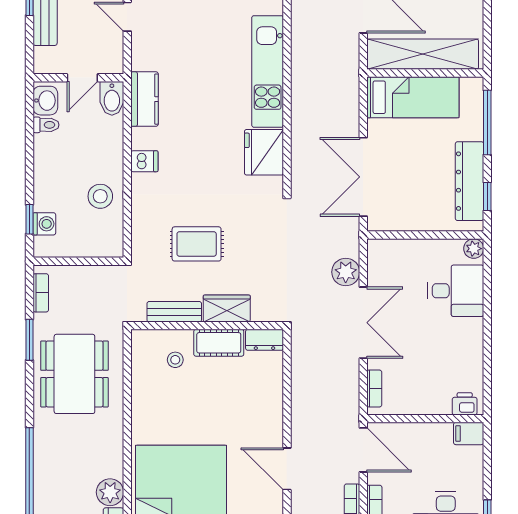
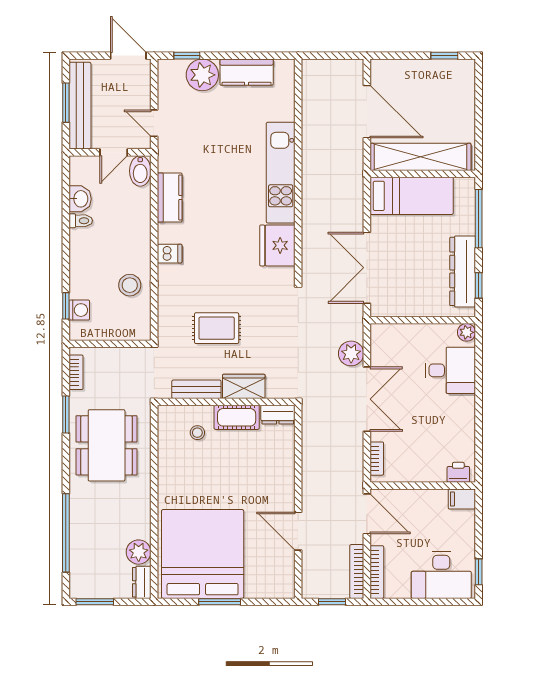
wall: (78, 78) -> (110, 152), moved
door: (82, 78) -> (114, 152), moved
bidet: (112, 98) -> (140, 171), moved

